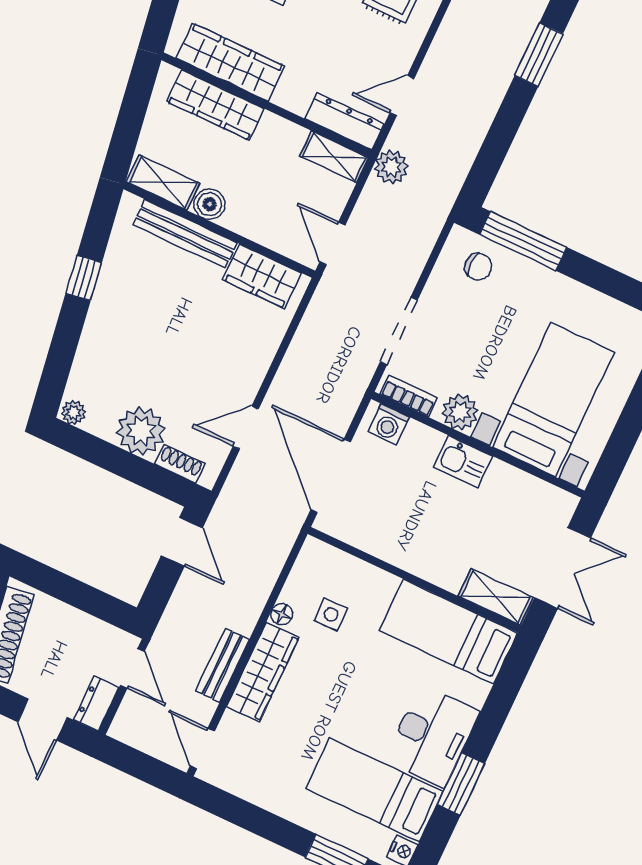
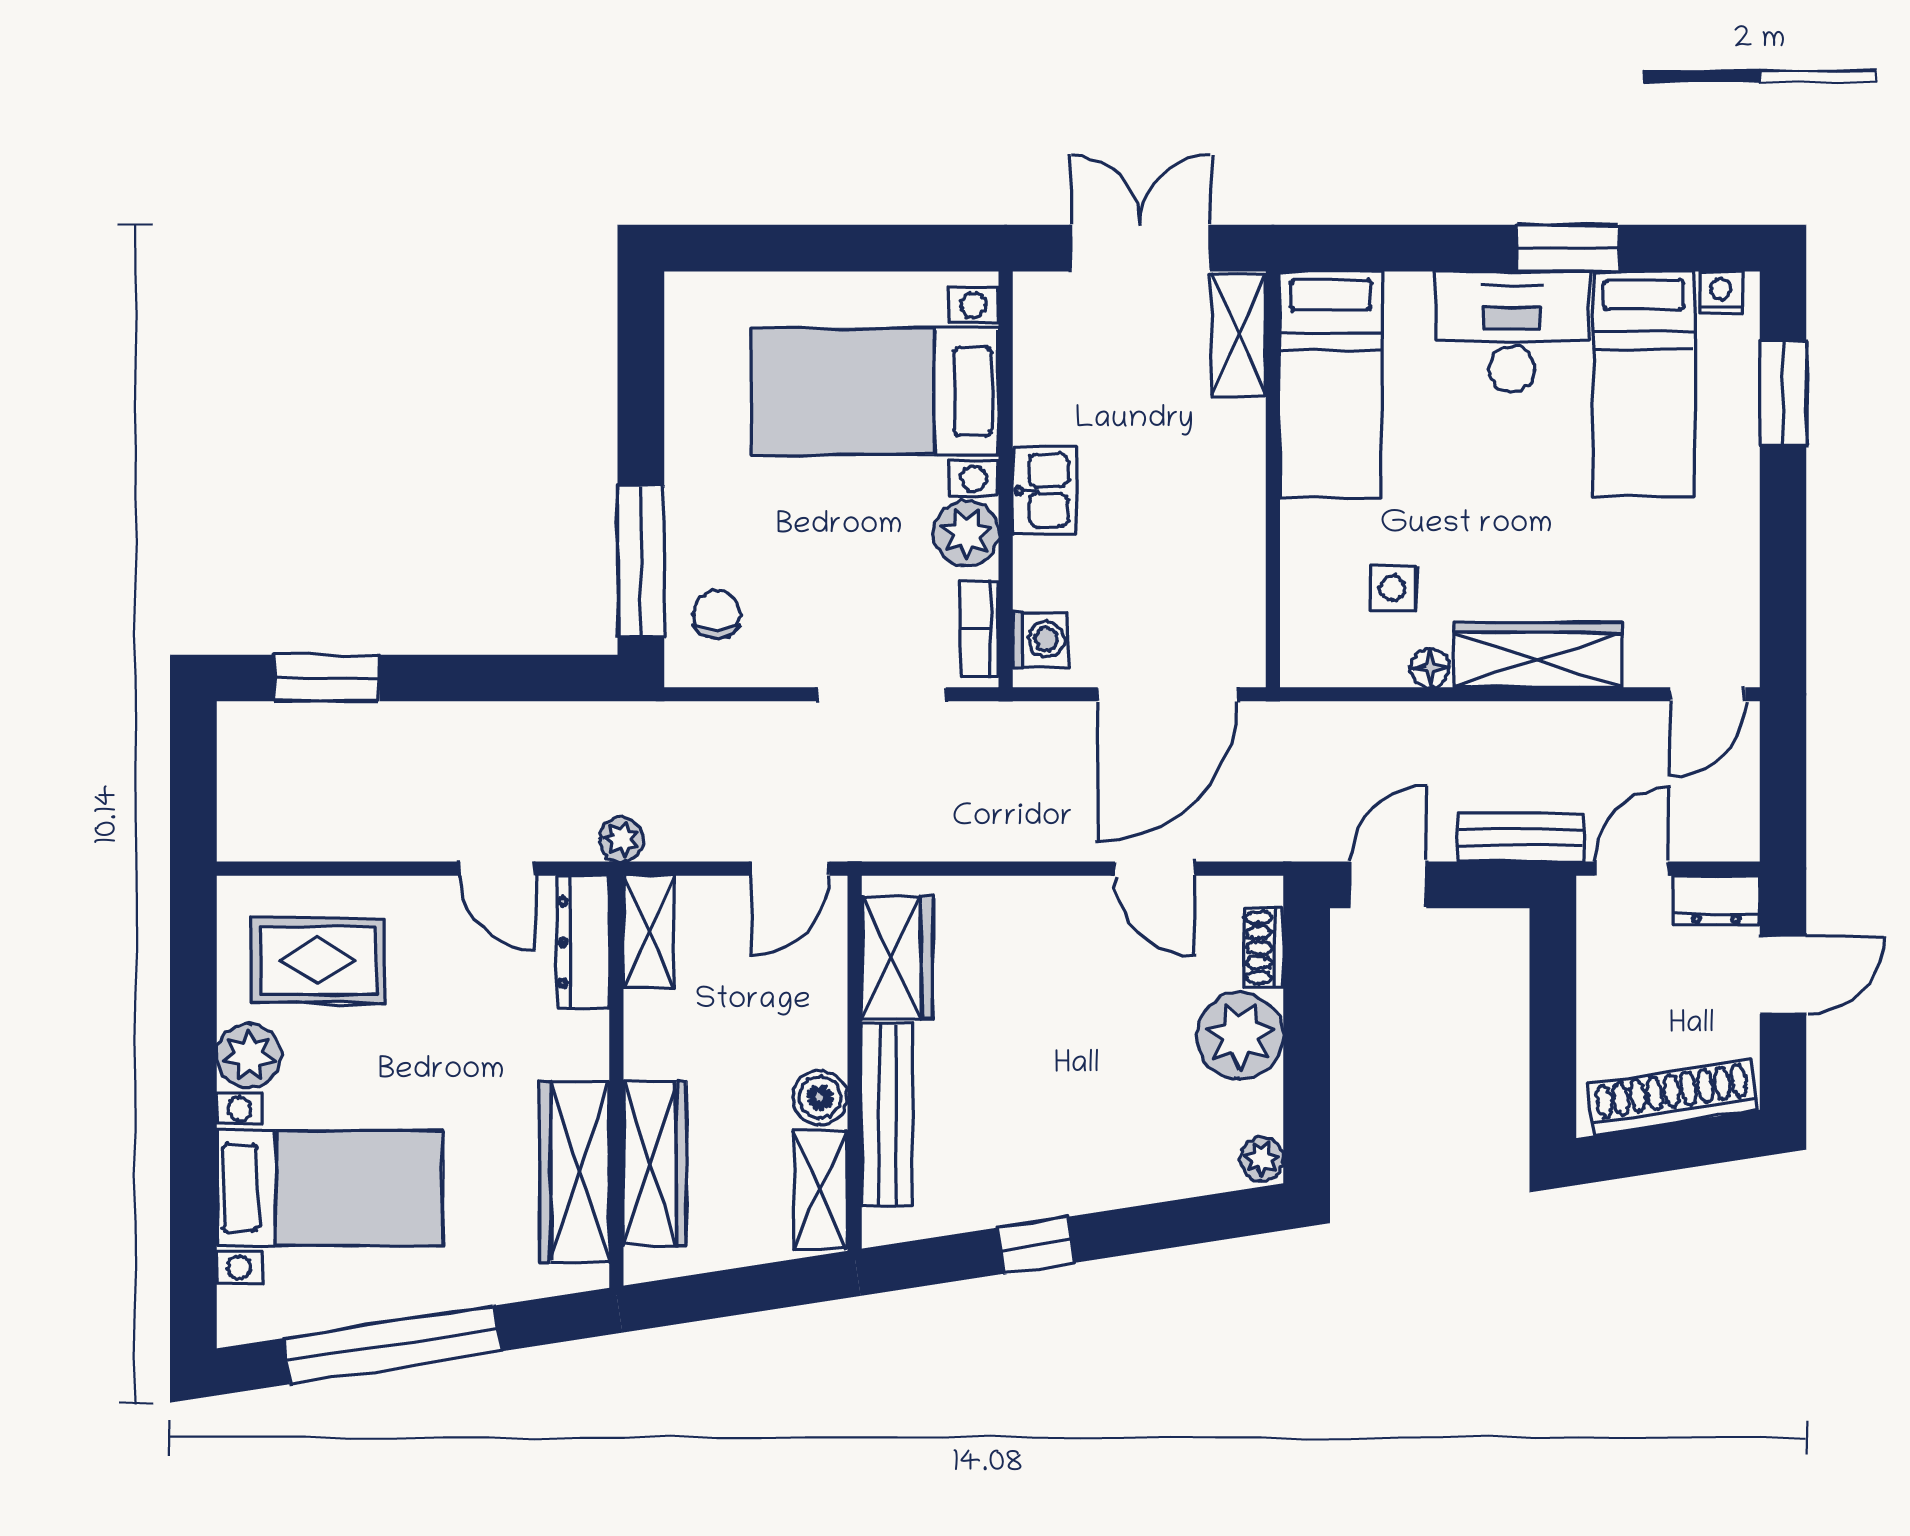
plant: (391, 167) -> (621, 840), width x0.73, depth x0.73
bench: (223, 665) -> (1521, 838), moved

